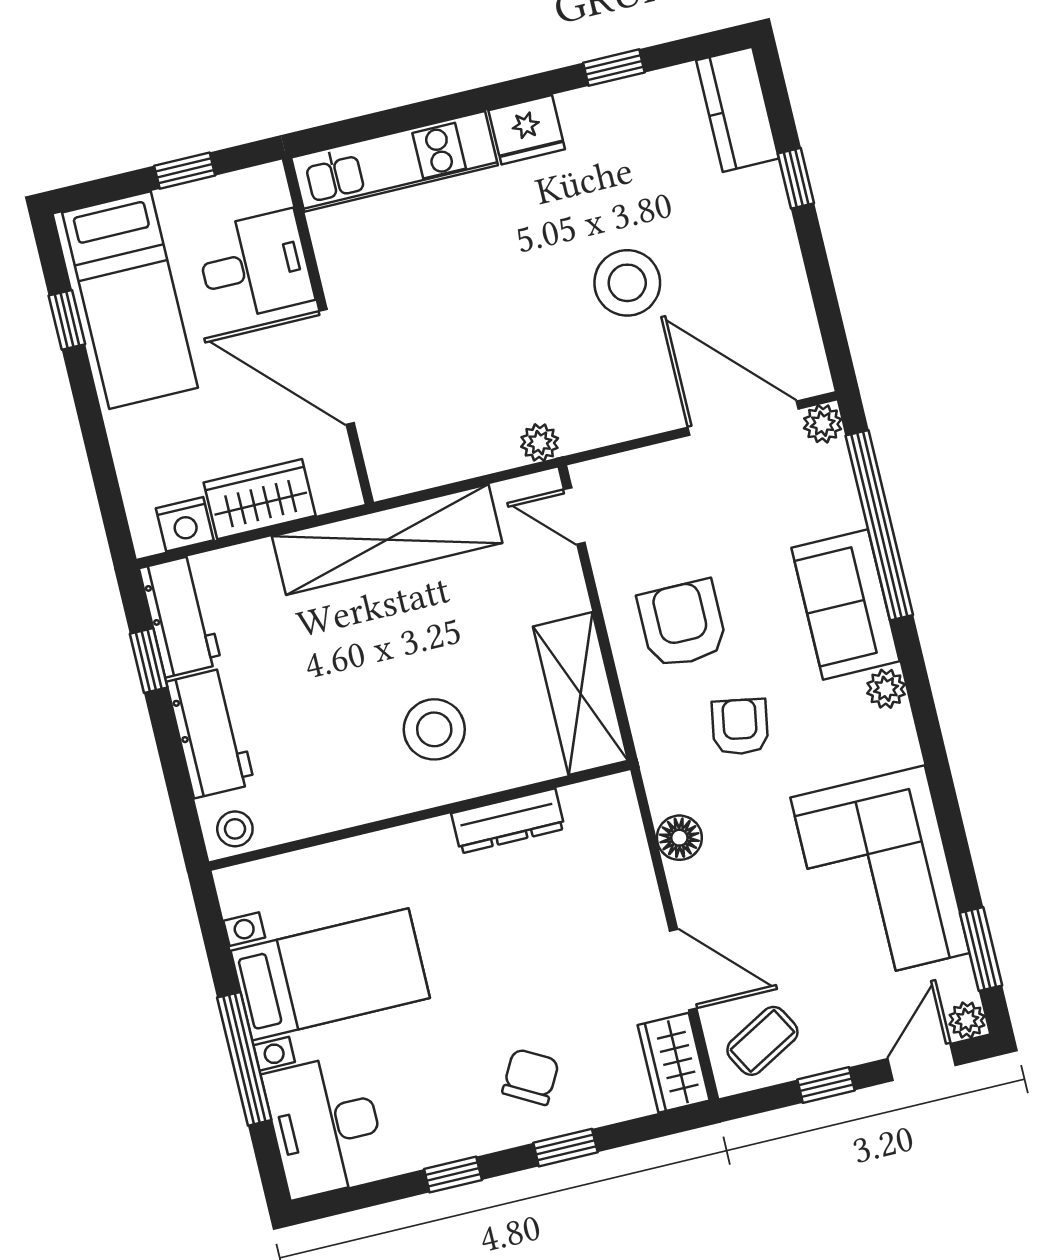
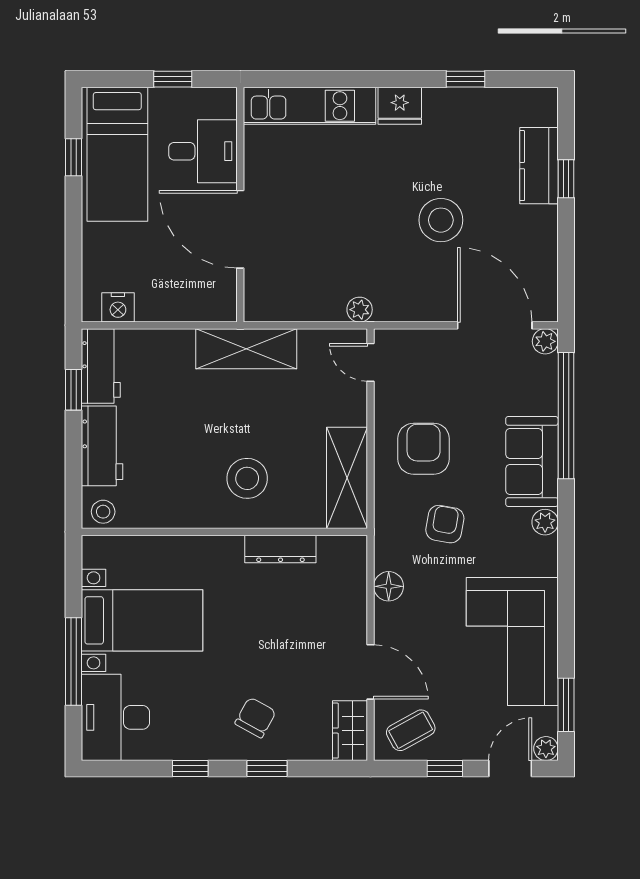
kitchen counter: (737, 109) -> (539, 166), moved
wardrobe: (260, 499) -> (170, 303), removed
shelving: (387, 540) -> (246, 349), width x0.68

